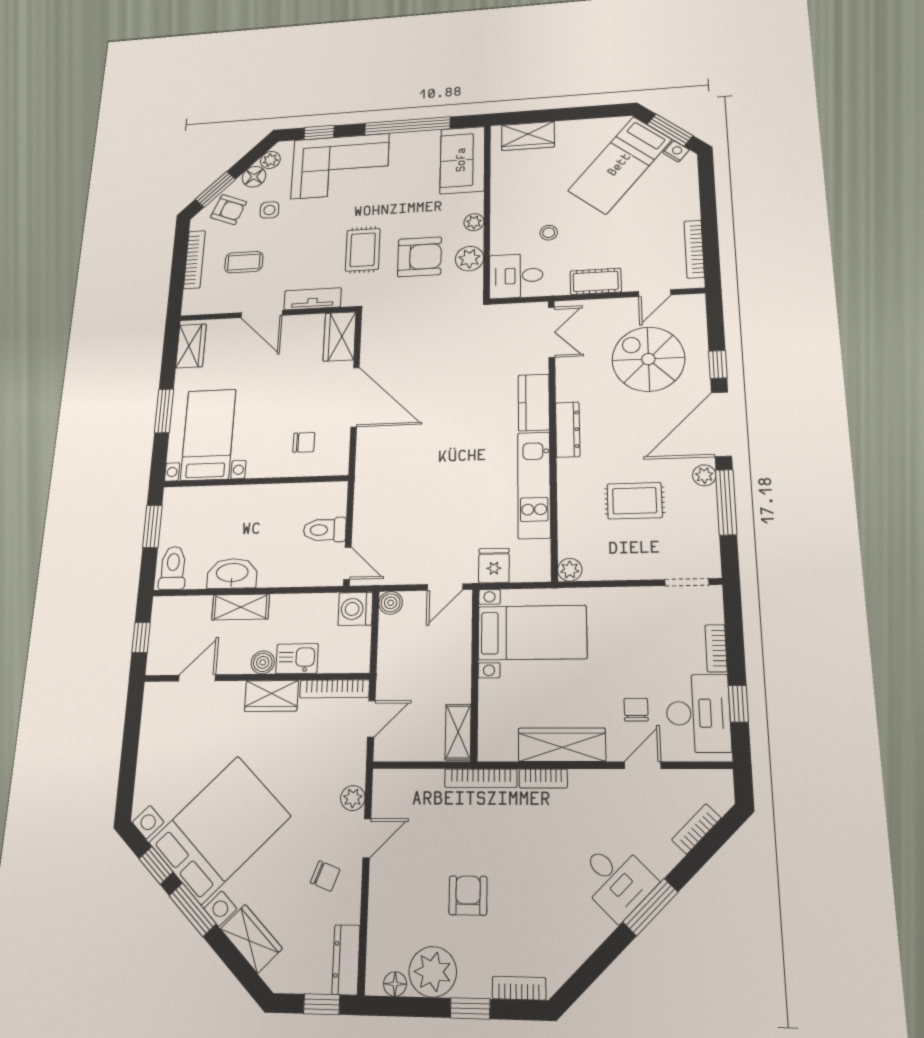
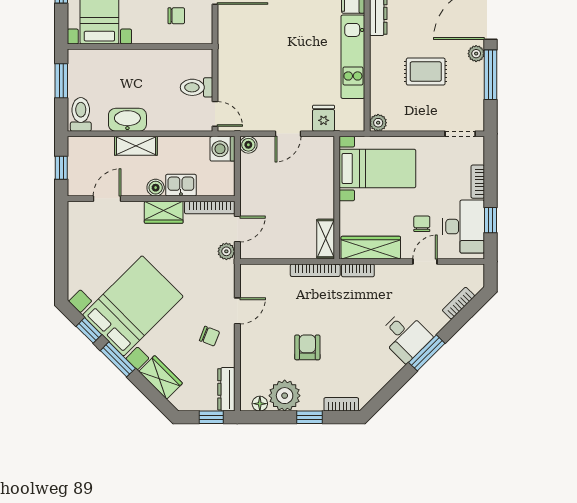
bed with nightstands: (532, 633) -> (377, 169), moved
wall: (475, 674) -> (337, 198), moved
shelving: (458, 732) -> (326, 239), moved
plant: (353, 798) -> (226, 251), moved

